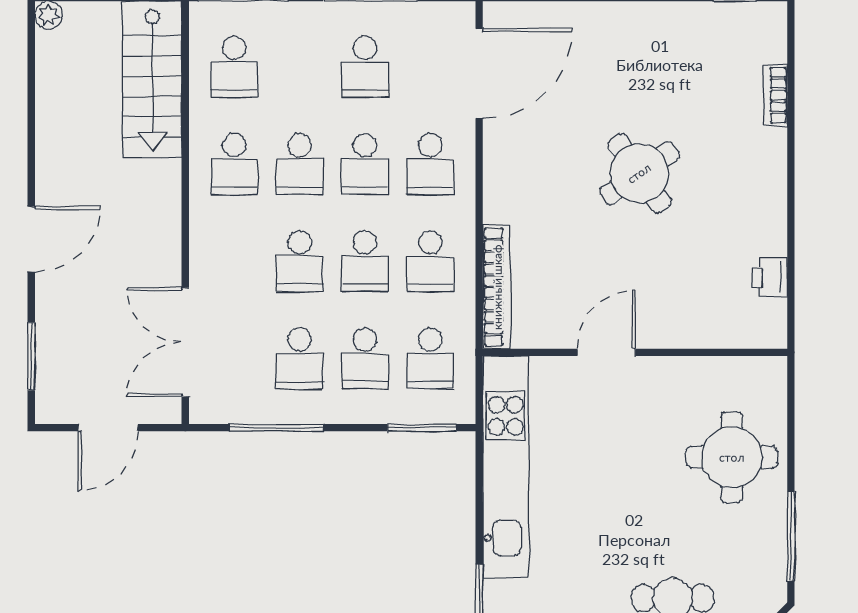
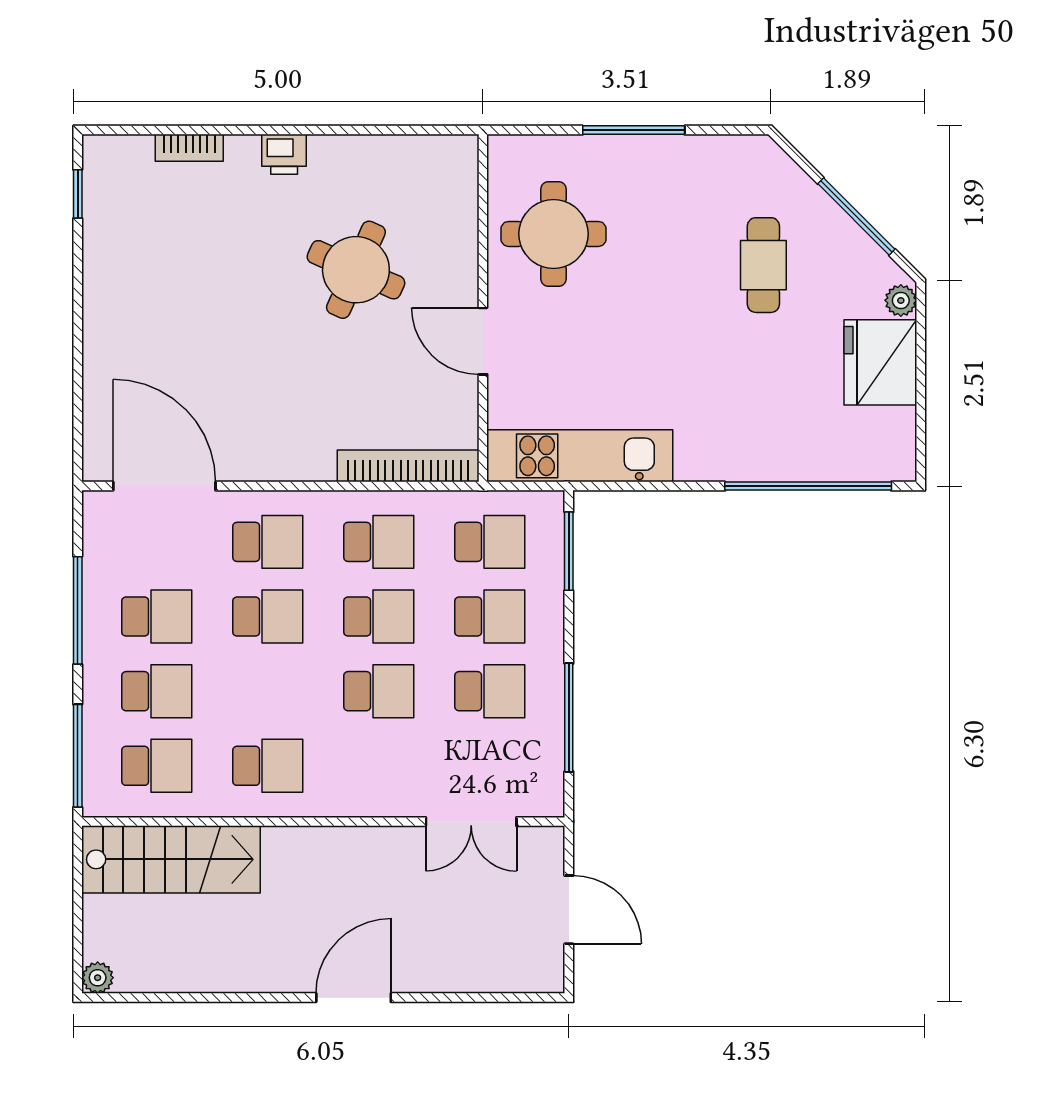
school desk: (300, 164) -> (157, 691), moved
round table: (639, 173) -> (356, 270), moved, turned -31
door: (31, 239) -> (354, 998), hinge flipped
printer: (770, 277) -> (284, 154), moved
double door: (185, 342) -> (471, 822), width x0.73
window: (31, 356) -> (487, 998), removed
round table: (732, 457) -> (554, 234), moved
kitchen unit: (506, 467) -> (580, 456), width x0.73
window: (791, 536) -> (634, 130), moved

